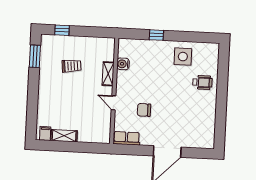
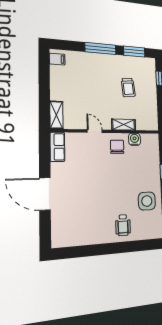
window: (33, 91) -> (100, 48), added
door: (114, 103) -> (95, 131), hinge flipped
chair: (144, 110) -> (117, 147), moved
shelving: (64, 136) -> (56, 115), moved

